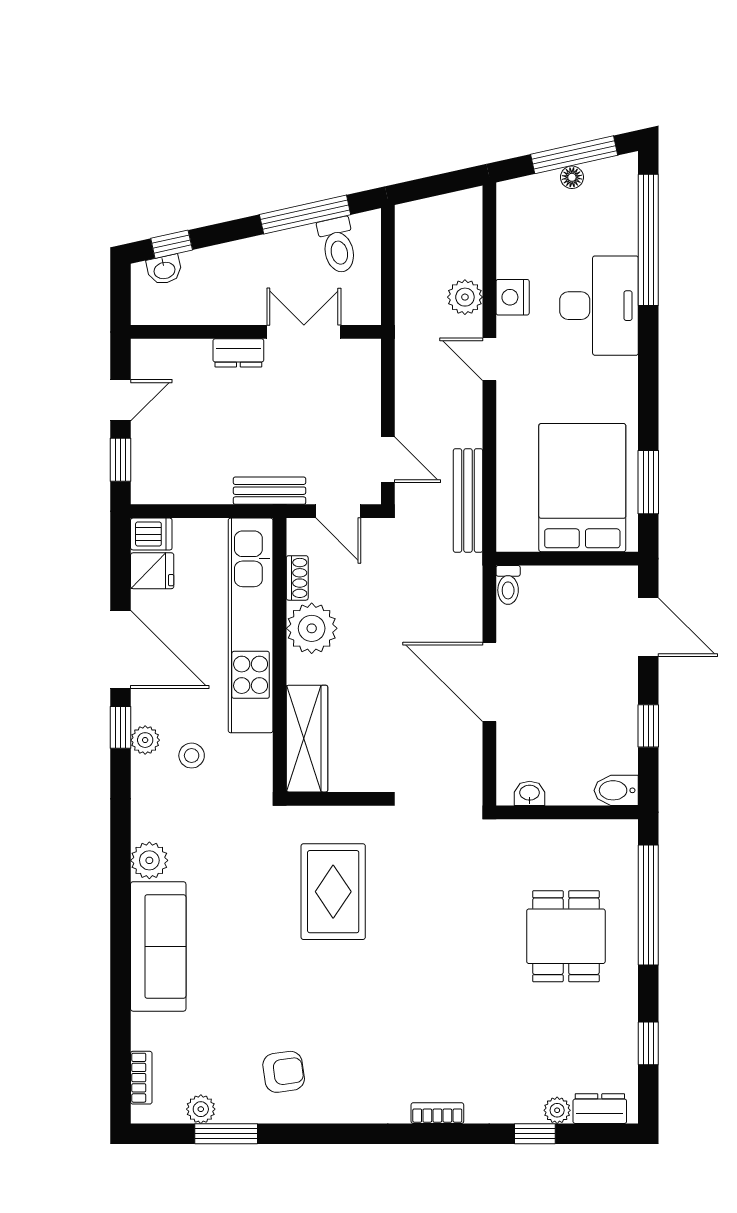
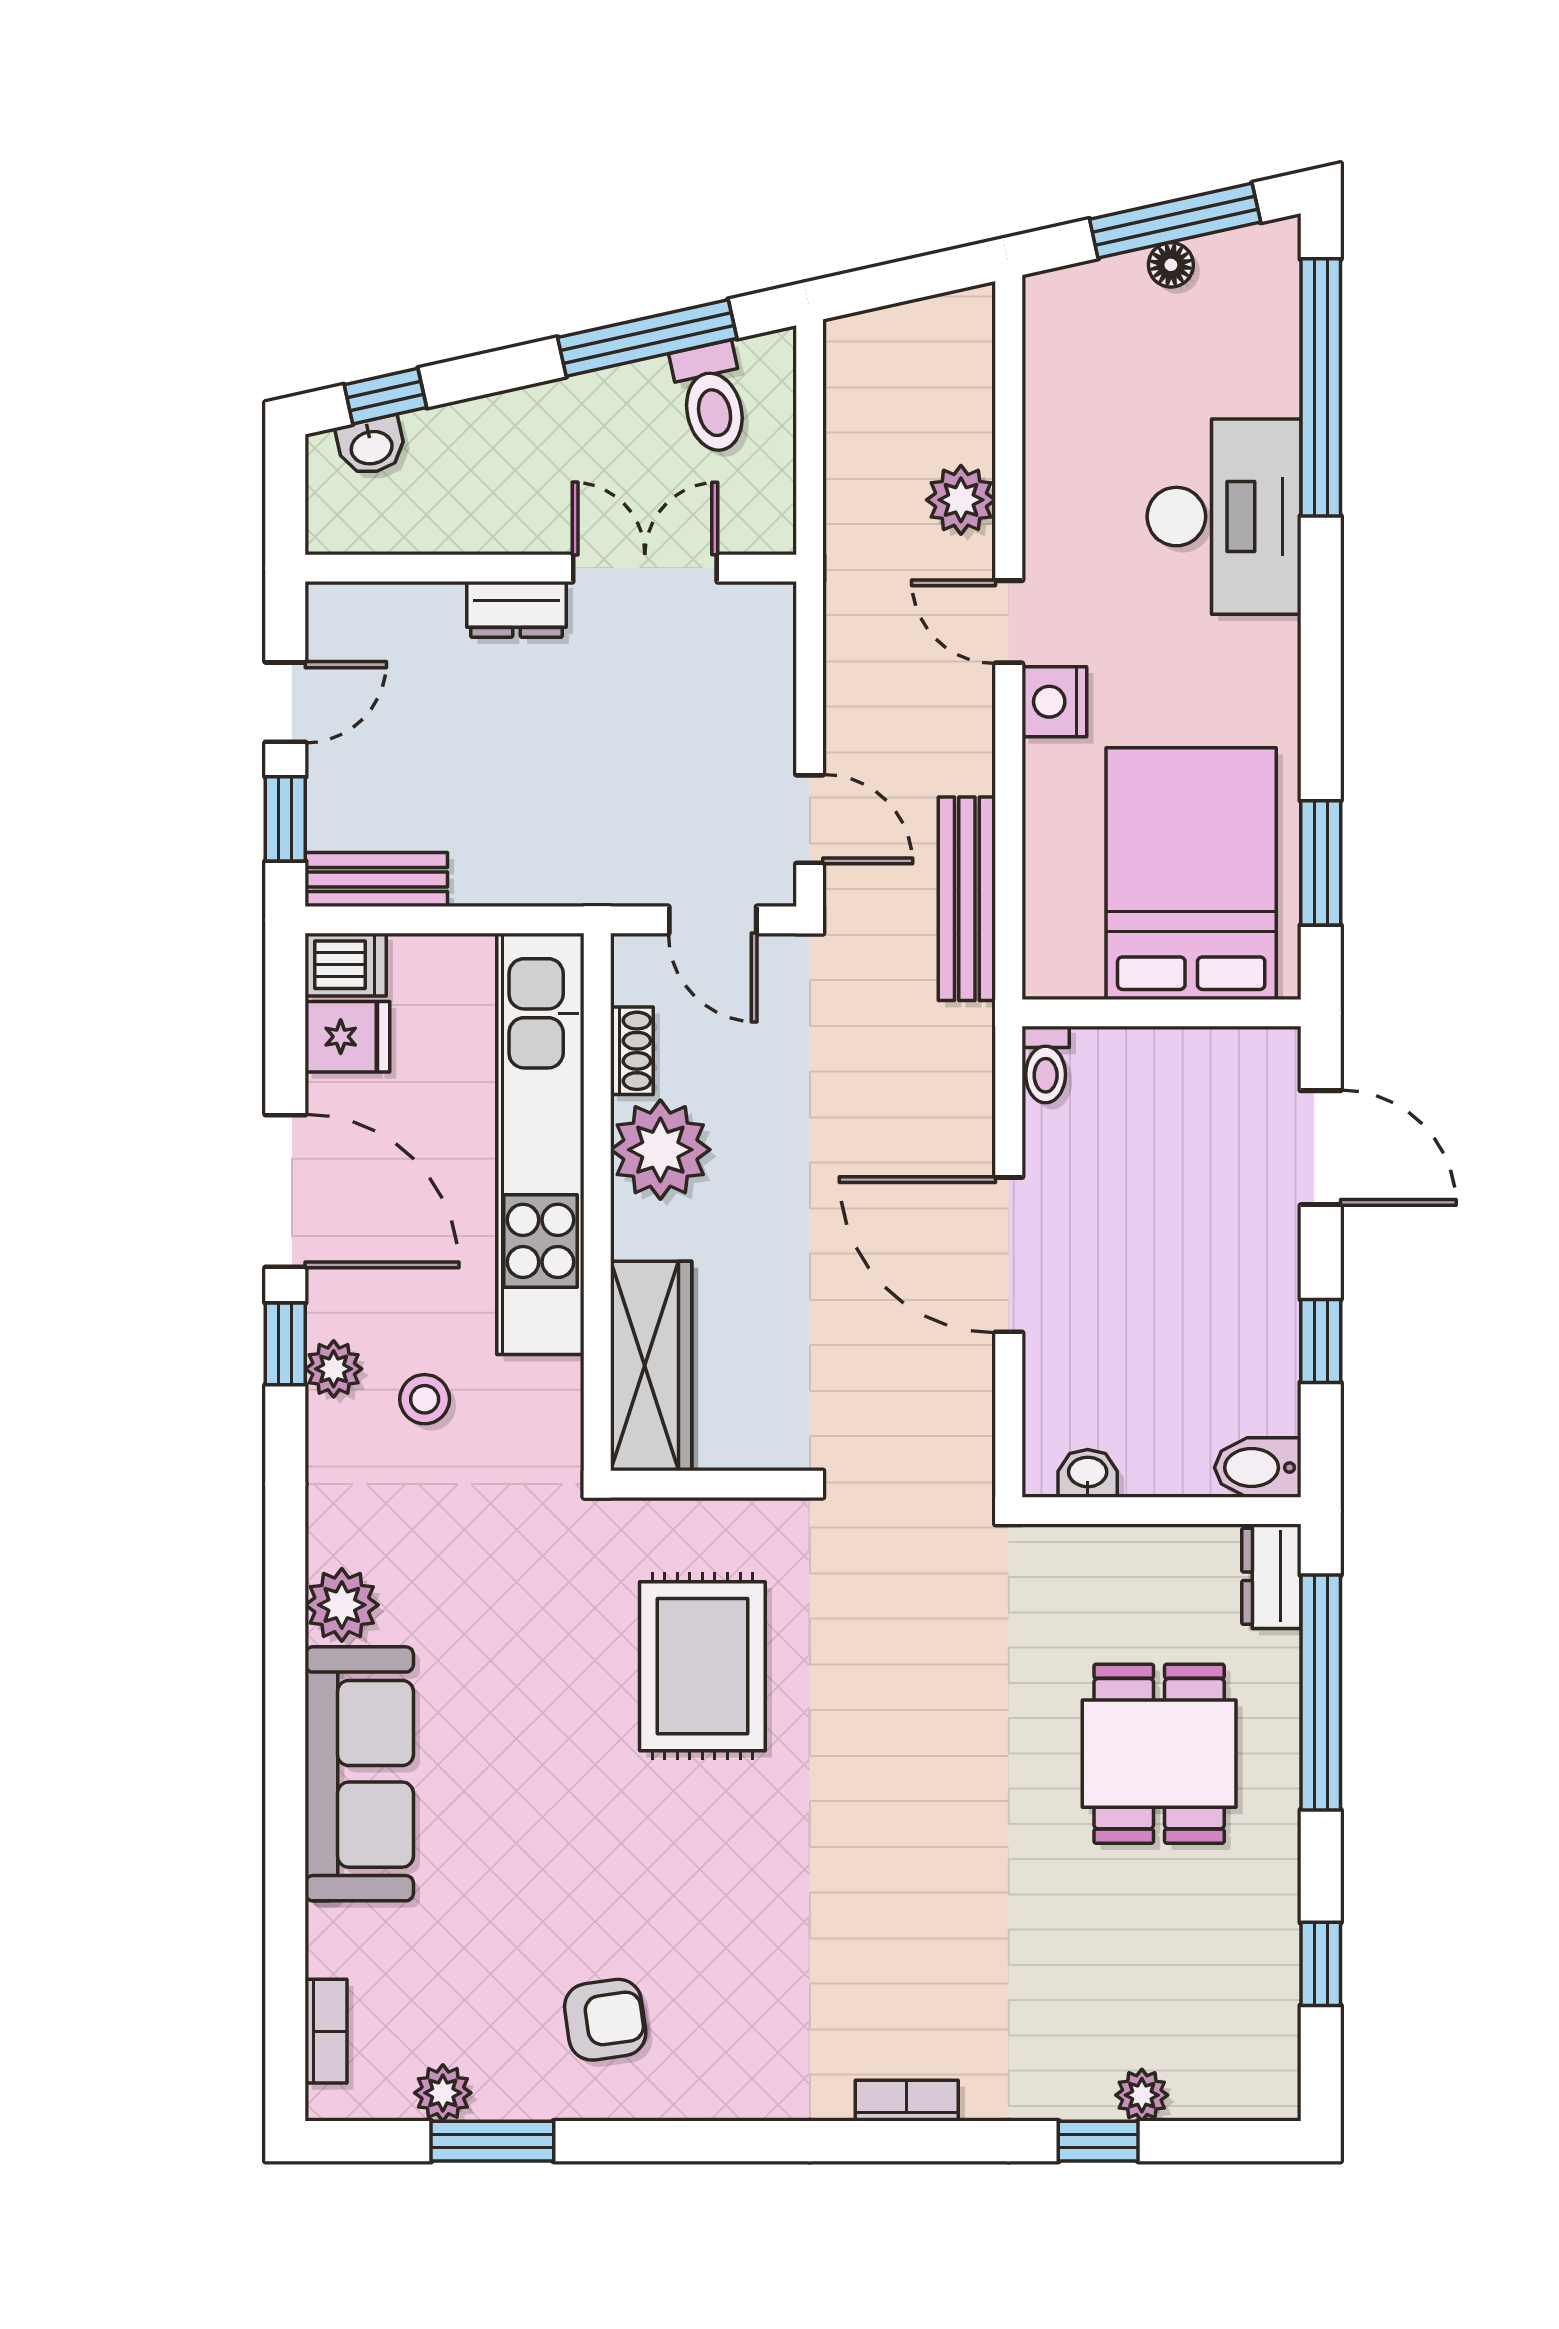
nightstand: (513, 297) -> (1054, 702), moved
bench: (269, 491) -> (376, 880), moved
dresser: (600, 1109) -> (1271, 1576), moved, turned -90

